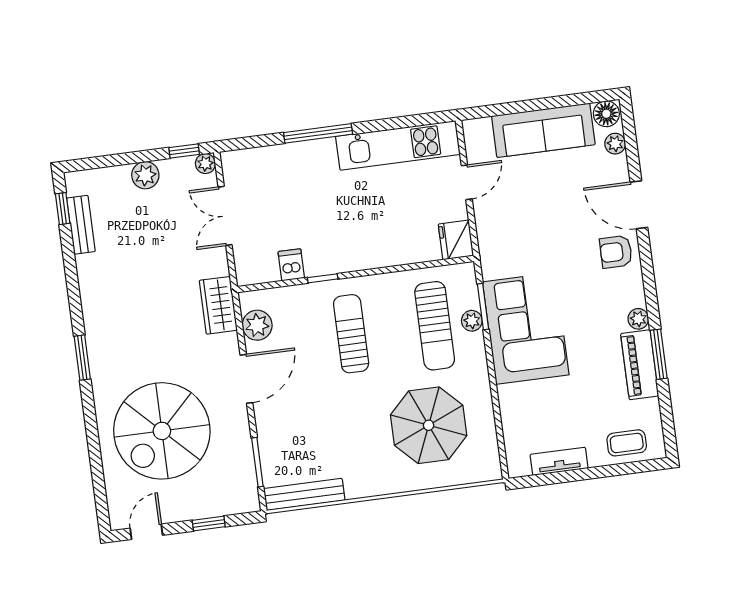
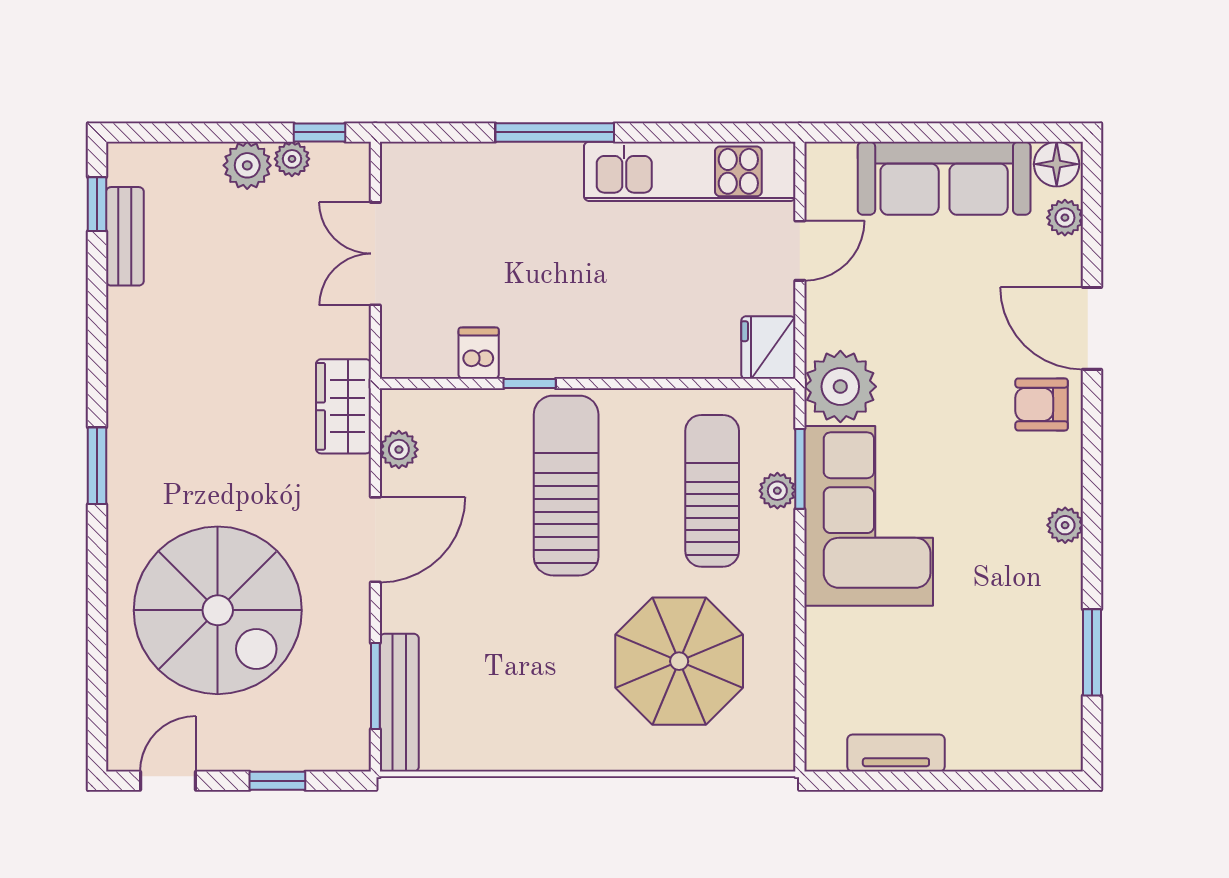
plant: (205, 164) -> (292, 159), moved
plant: (500, 257) -> (840, 387), added
plant: (257, 325) -> (399, 450), width x0.73, depth x0.73
sun lounger: (435, 326) -> (712, 491), turned 180
sun lounger: (351, 334) -> (566, 486), width x1.36, depth x1.34
window: (659, 354) -> (1092, 652), moved
piano: (640, 365) -> (1057, 605), removed
spiral stairs: (162, 431) -> (218, 610), turned -90
coffee table: (627, 443) -> (1017, 737), removed
bench: (304, 494) -> (399, 703), moved, turned 90

